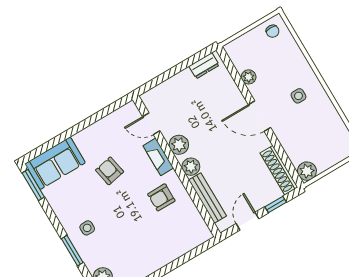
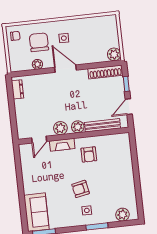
chair: (278, 66) -> (39, 42), added
door: (260, 116) -> (65, 69), swing flipped
armchair: (110, 171) -> (81, 189), moved
door: (248, 221) -> (129, 107), hinge flipped

